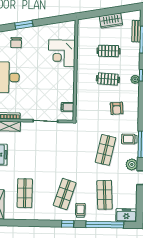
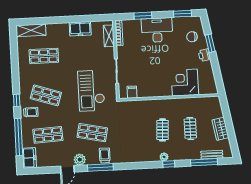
printer: (35, 31) -> (204, 55), added
armchair: (117, 108) -> (134, 141), removed
checkout: (63, 148) -> (91, 91), added

